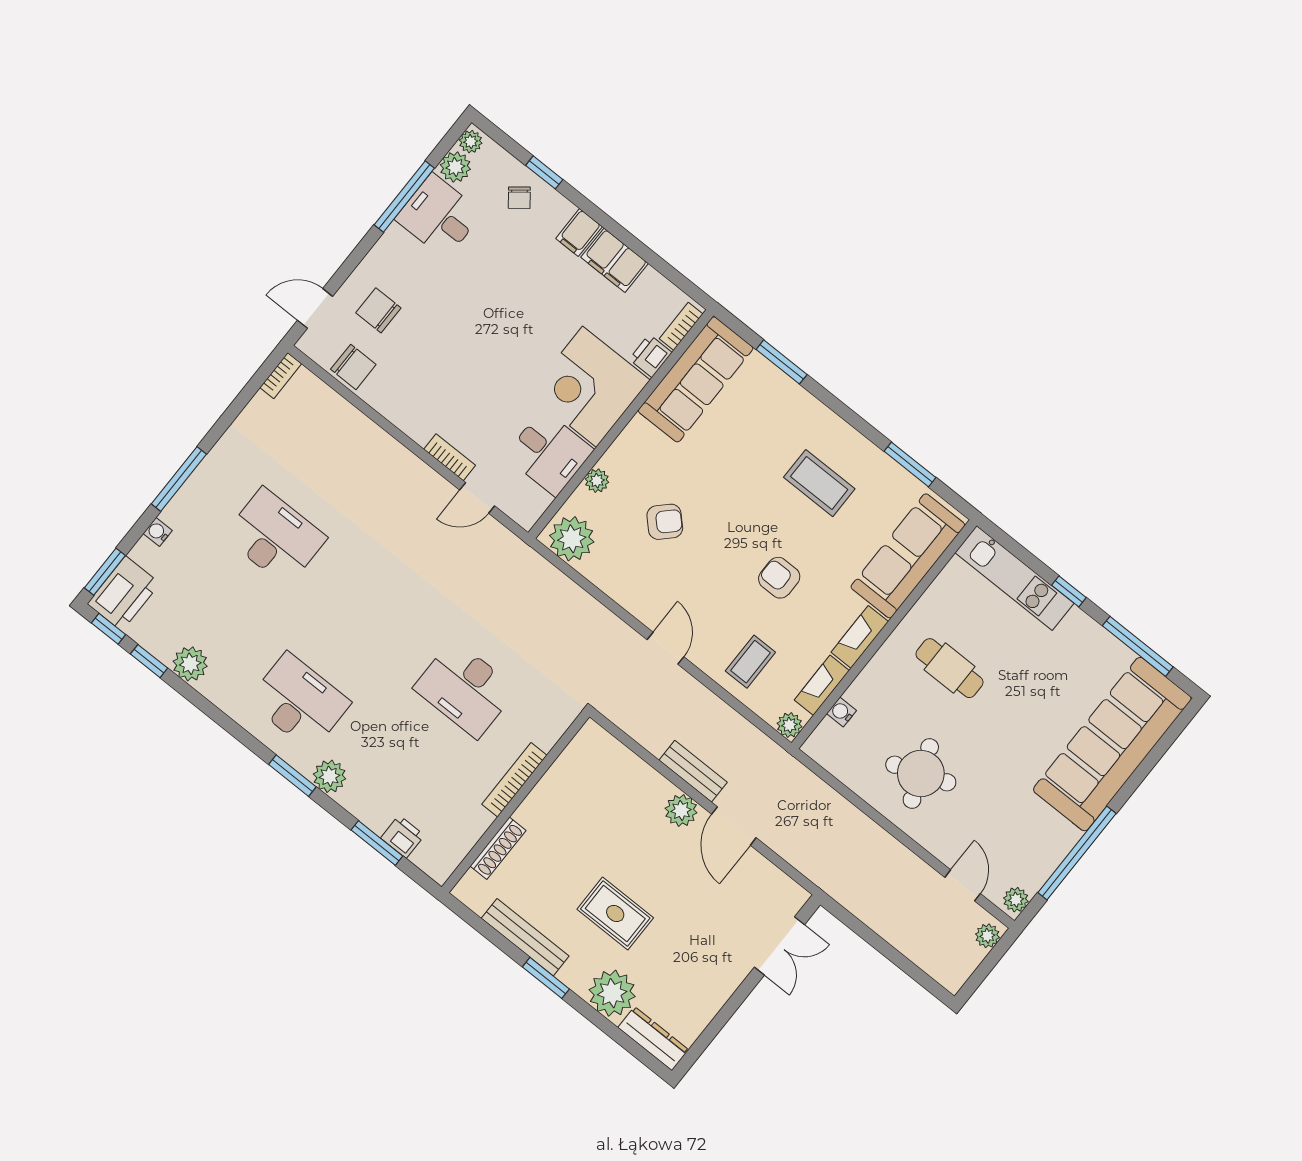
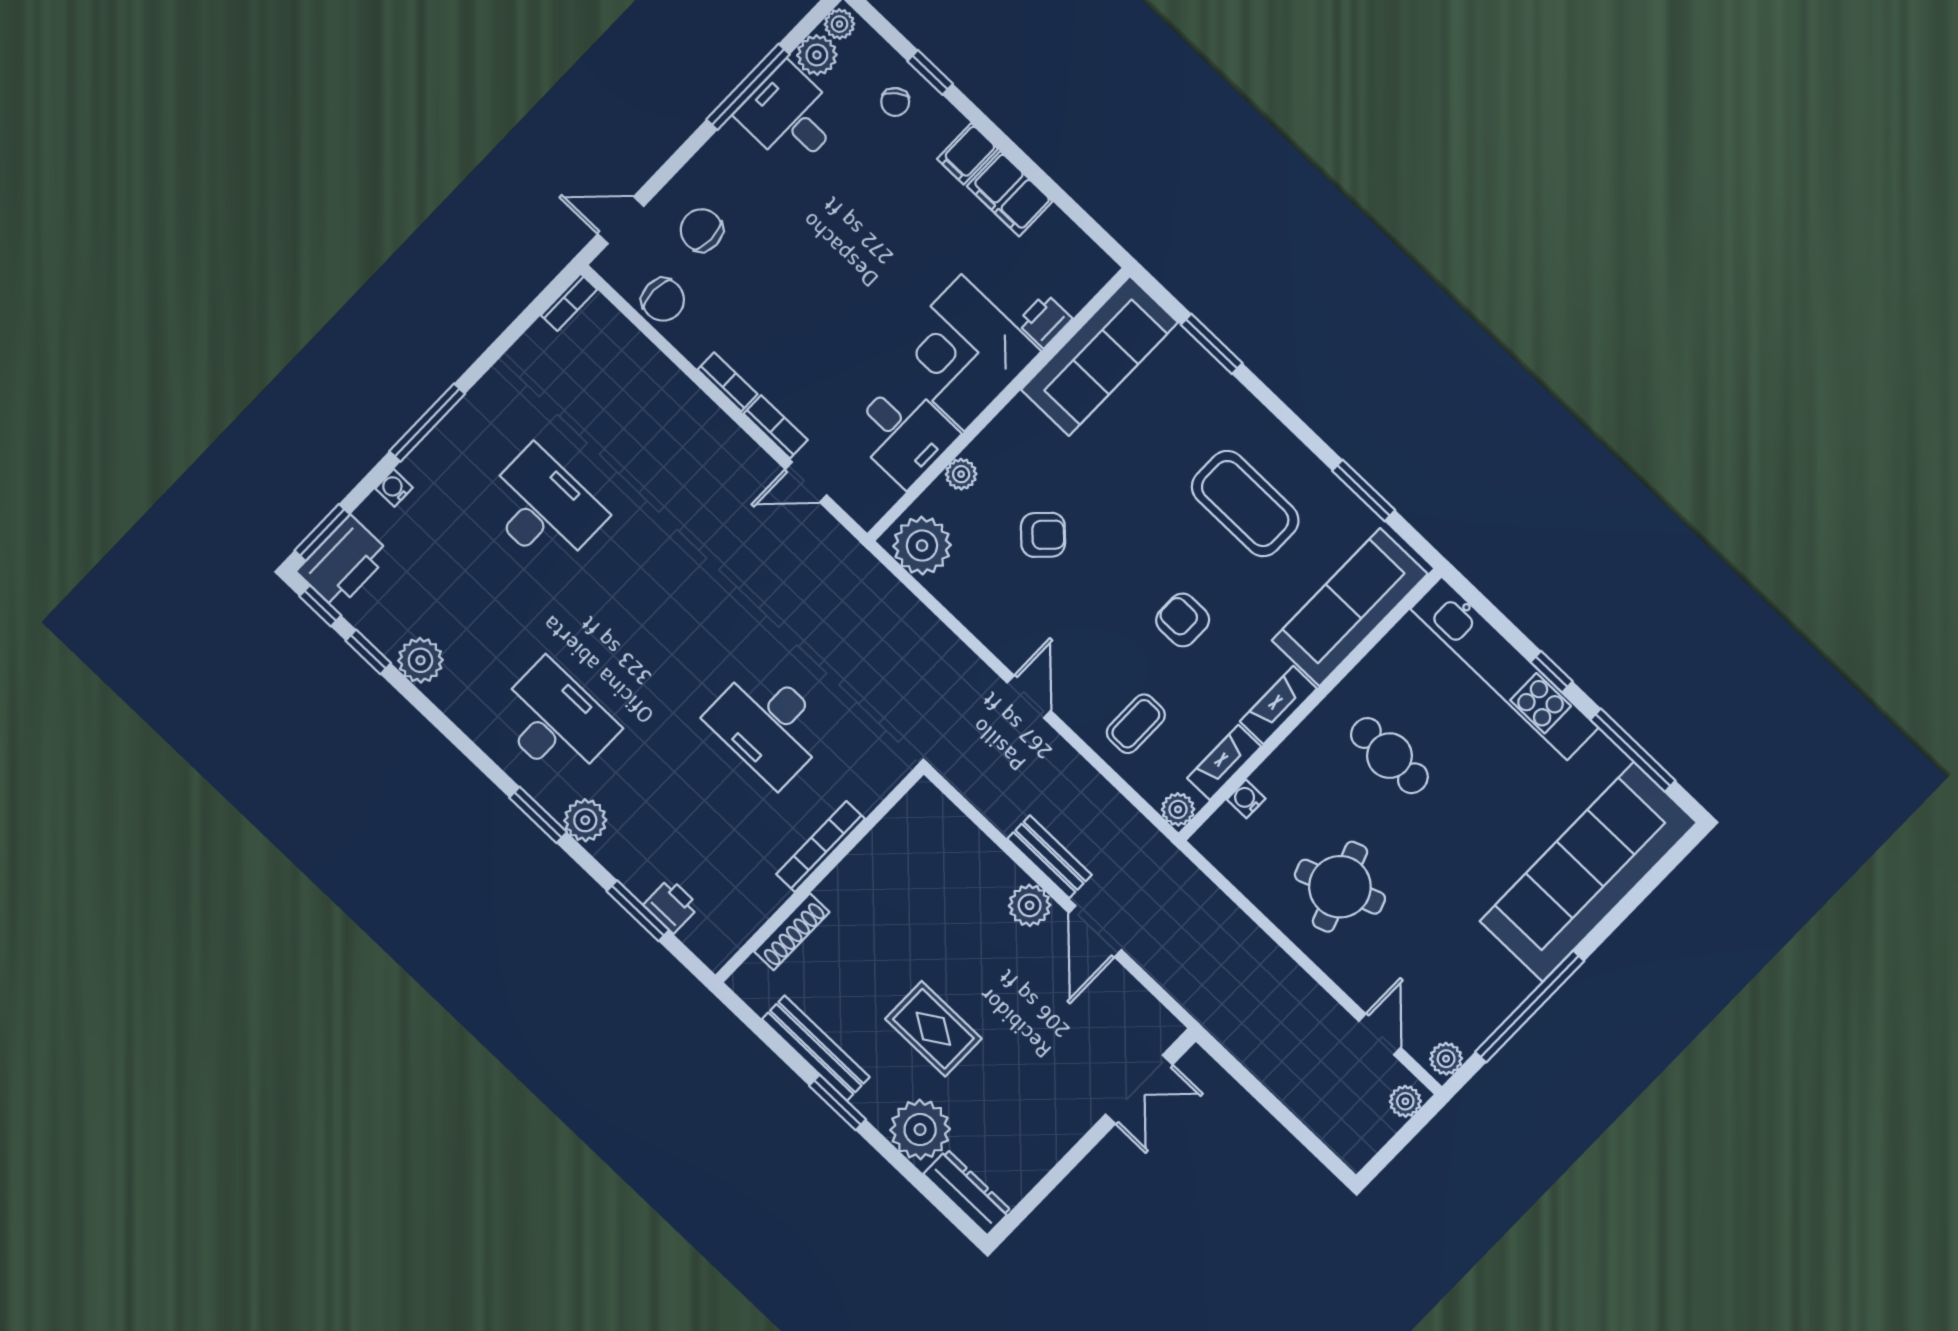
bookcase: (681, 326) -> (728, 382), moved, turned 90
coffee table: (819, 483) -> (1245, 504), width x1.36, depth x1.32
kitchen unit: (1014, 578) -> (1504, 668), width x1.36

